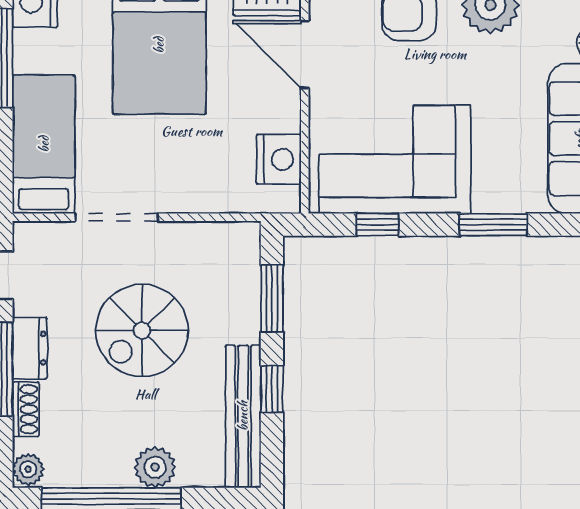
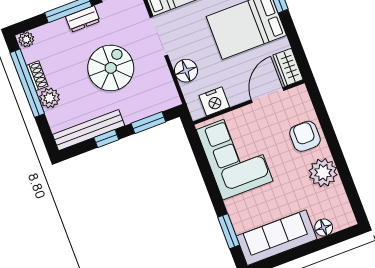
floor lamp: (201, 191) -> (186, 71), added
window: (378, 225) -> (201, 159), removed
window: (493, 225) -> (229, 231), moved
spiral stairs: (142, 330) -> (111, 68), turned 90
shoe rack: (26, 409) -> (37, 76), moved, turned -90

